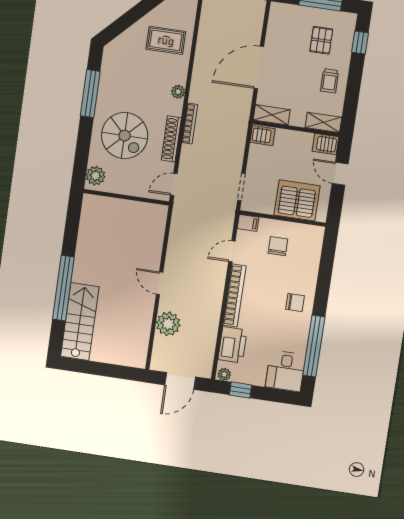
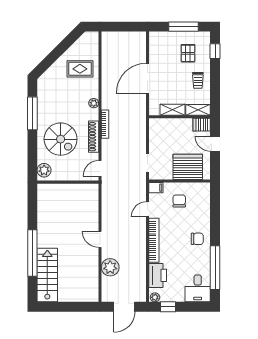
shelving: (272, 115) -> (173, 110), moved
server rack: (263, 136) -> (157, 125), removed

